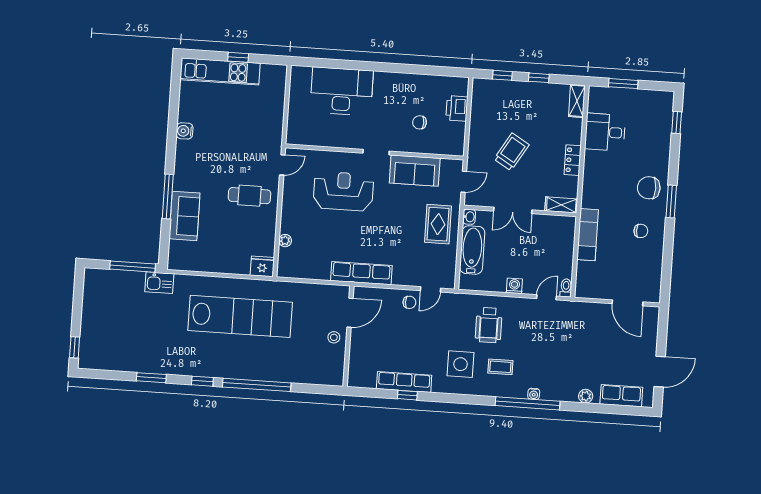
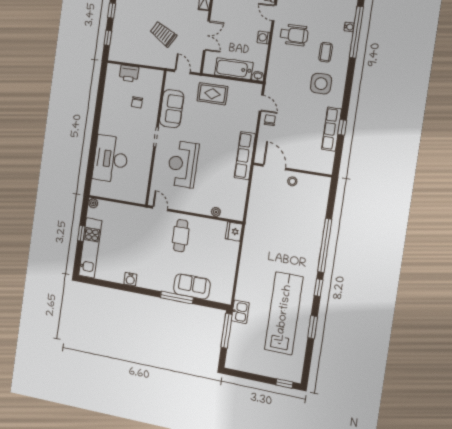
plant: (280, 71) -> (93, 203), added
washbasin: (469, 217) -> (258, 76), moved
lab bench: (240, 316) -> (284, 313), moved
wheelchair: (489, 325) -> (294, 35), moved

